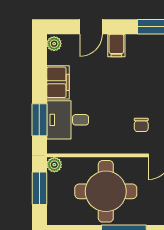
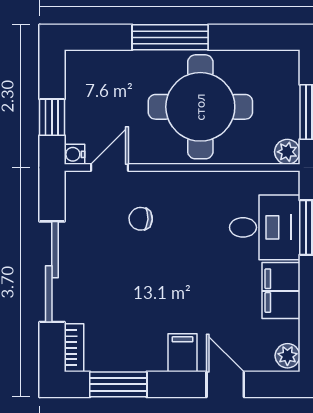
door: (91, 27) -> (225, 384), hinge flipped
chair: (141, 125) -> (141, 219), turned -87

